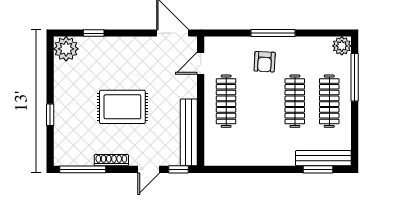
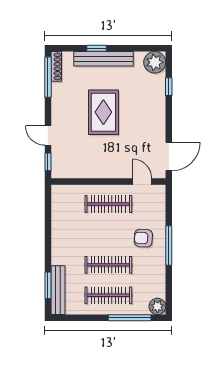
bench: (189, 132) -> (103, 59), moved
shoe rack: (111, 160) -> (56, 66), moved

